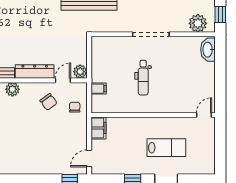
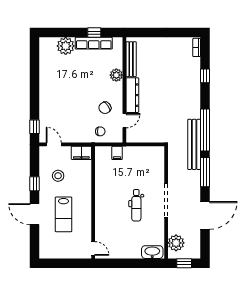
plant: (80, 72) -> (132, 136), removed
dental chair: (143, 78) -> (136, 205), moved, turned -90
door: (63, 80) -> (124, 121), hinge flipped
stool: (124, 154) -> (58, 176), added

